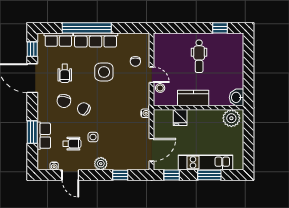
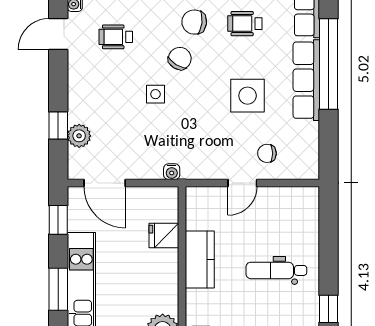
stool: (160, 88) -> (218, 199), removed
side table: (93, 137) -> (155, 94), moved
wheelchair: (72, 144) -> (116, 37), turned 90
plant: (101, 164) -> (79, 136), moved

